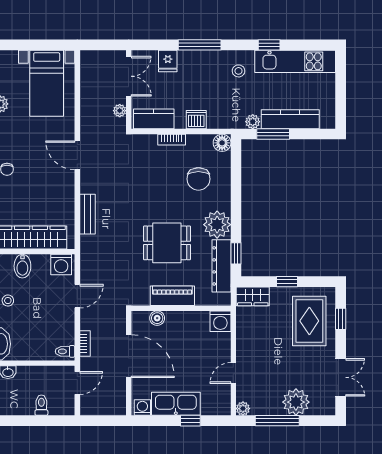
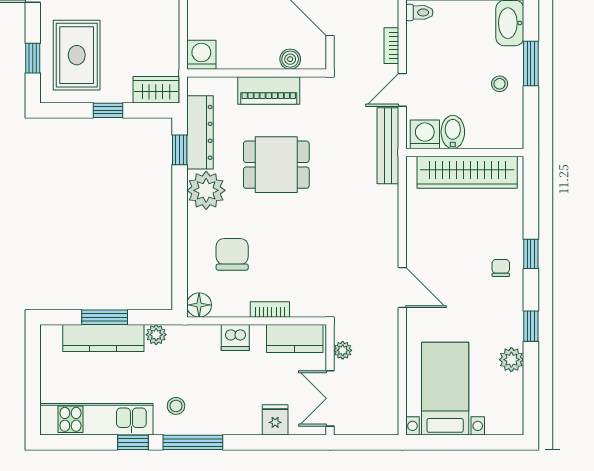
window: (200, 45) -> (193, 442), moved
window: (273, 134) -> (105, 317), moved
bench: (87, 214) -> (388, 146), moved, width x1.36
bidet: (22, 266) -> (453, 132), moved
bookcase: (85, 344) -> (391, 46), moved

